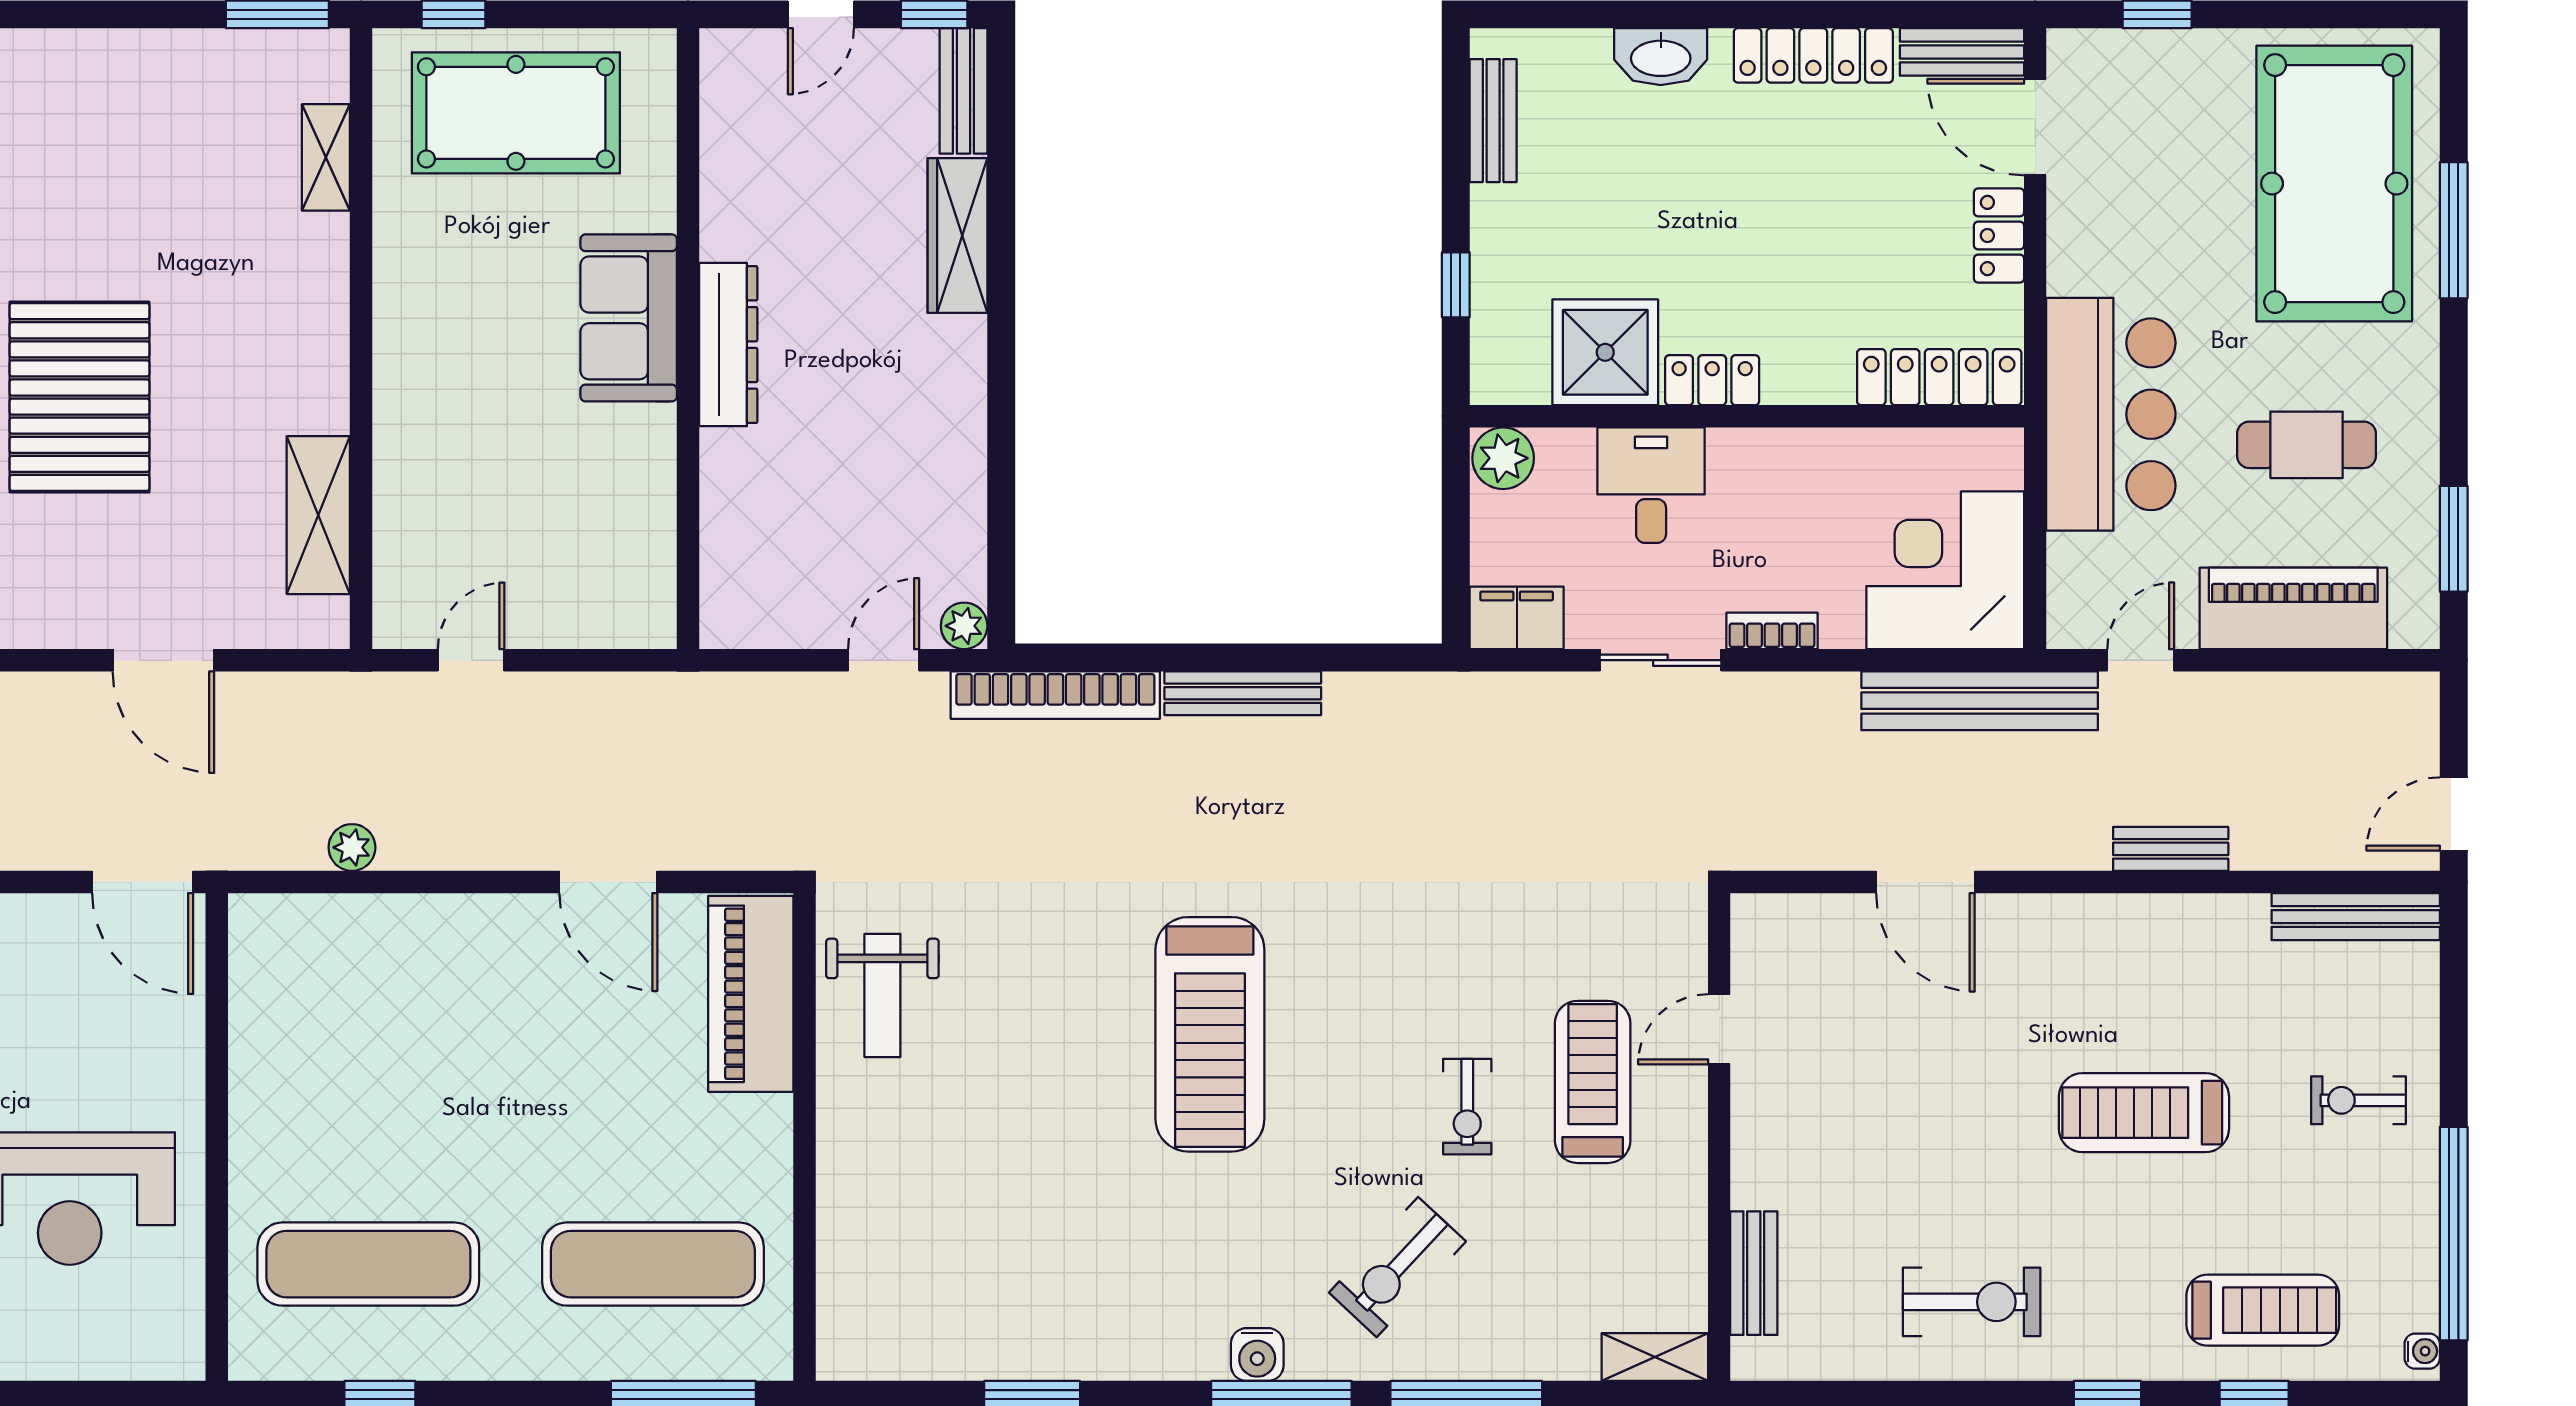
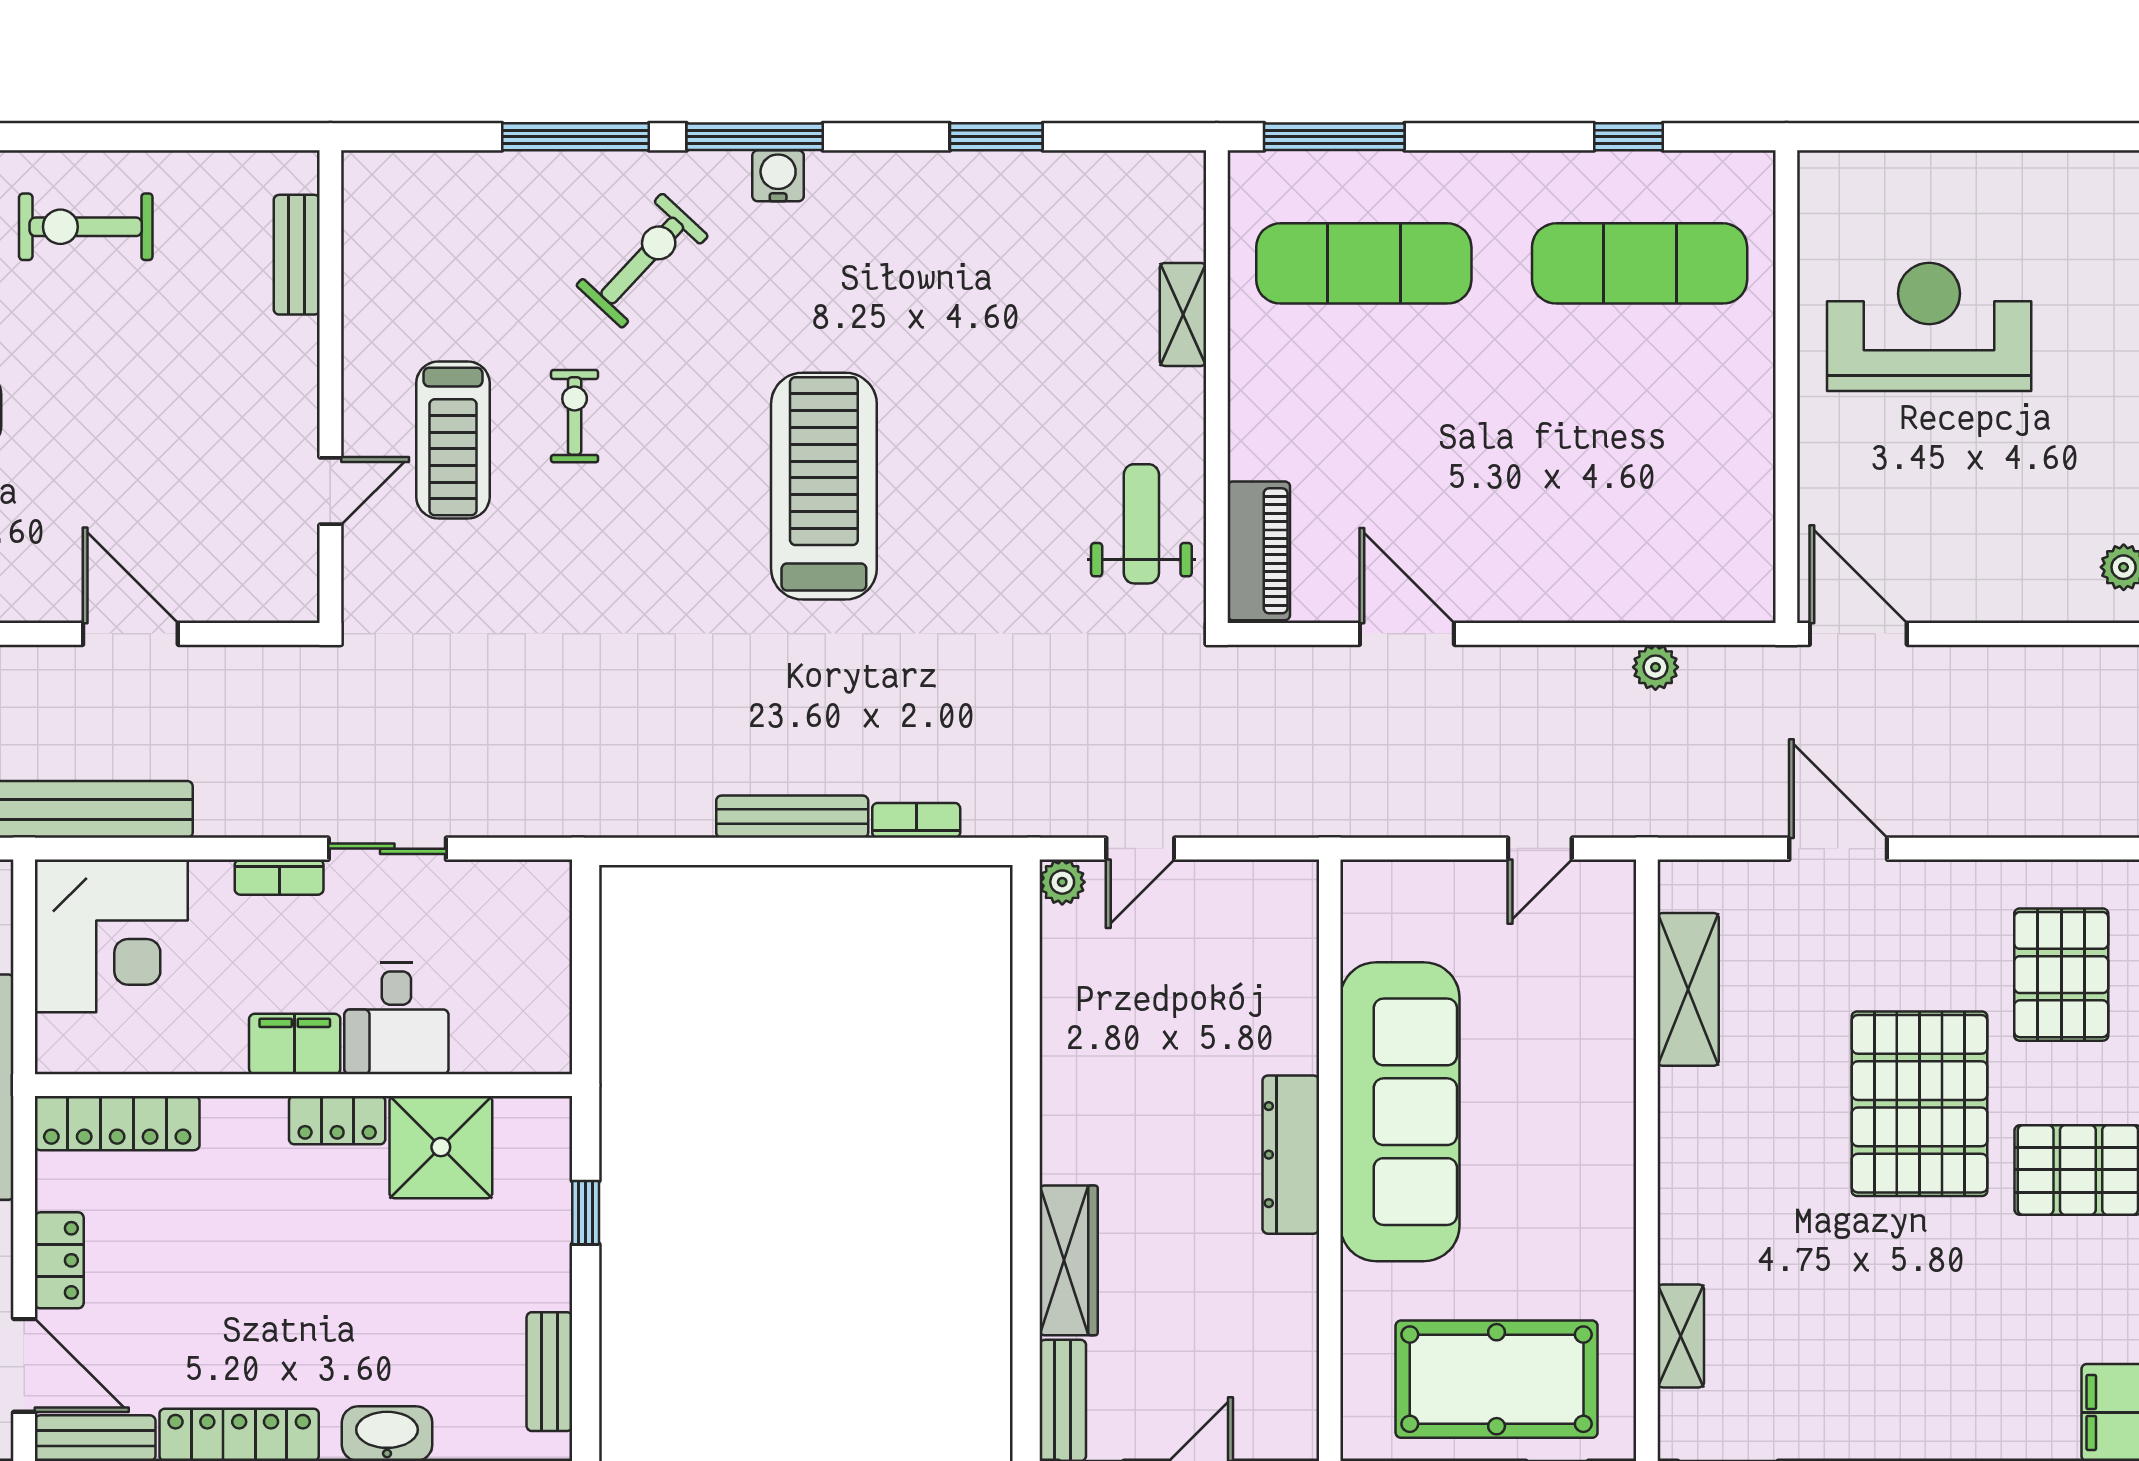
sofa: (629, 318) -> (1400, 1112), width x1.85, depth x1.27
plant: (1503, 458) -> (540, 1044), removed
filing cabinet: (1517, 618) -> (295, 1044), moved, turned 180
bookcase: (1055, 695) -> (916, 820), width x0.43, depth x0.76
piano: (751, 994) -> (1259, 551), width x0.73, depth x0.75
shelving: (1655, 1357) -> (1183, 314), moved, turned 90

